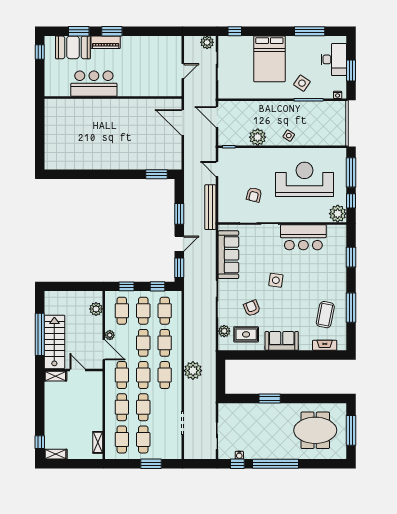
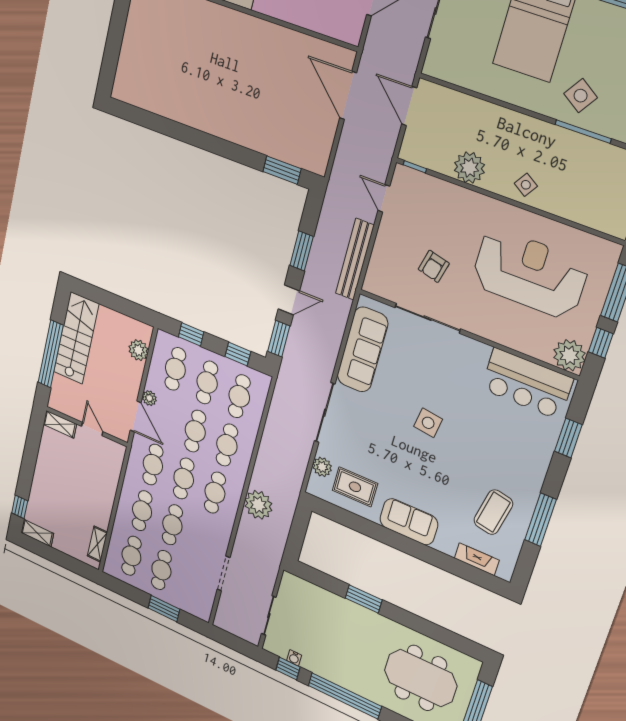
bar counter: (303, 237) -> (527, 384), moved
armchair: (252, 308) -> (376, 450), removed
stairs: (54, 342) -> (76, 338), moved

